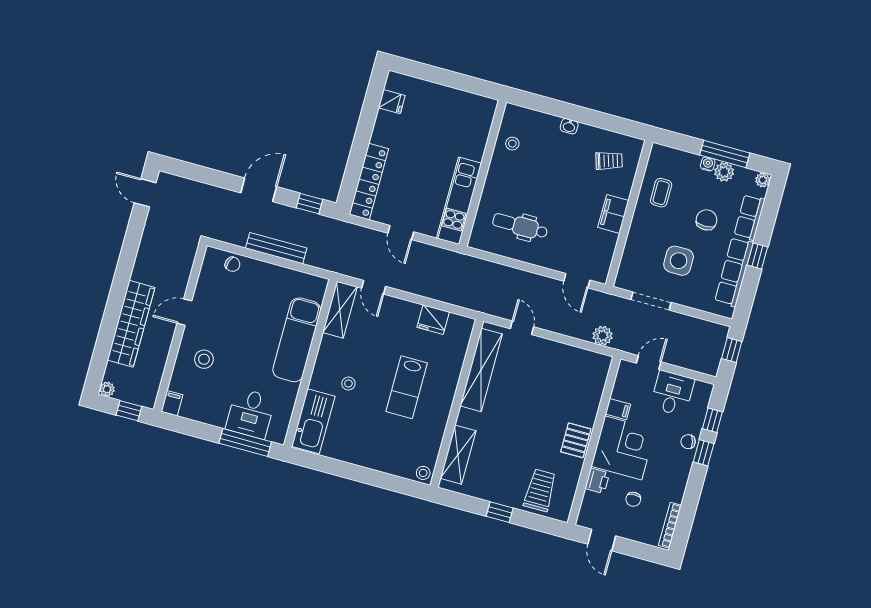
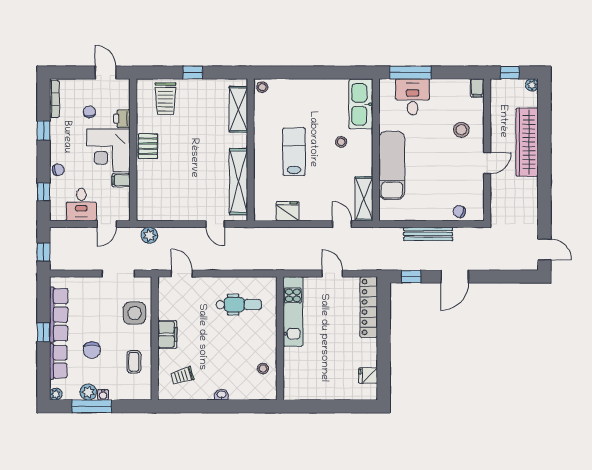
side table: (679, 261) -> (135, 313), moved
window: (704, 453) -> (44, 130), moved

